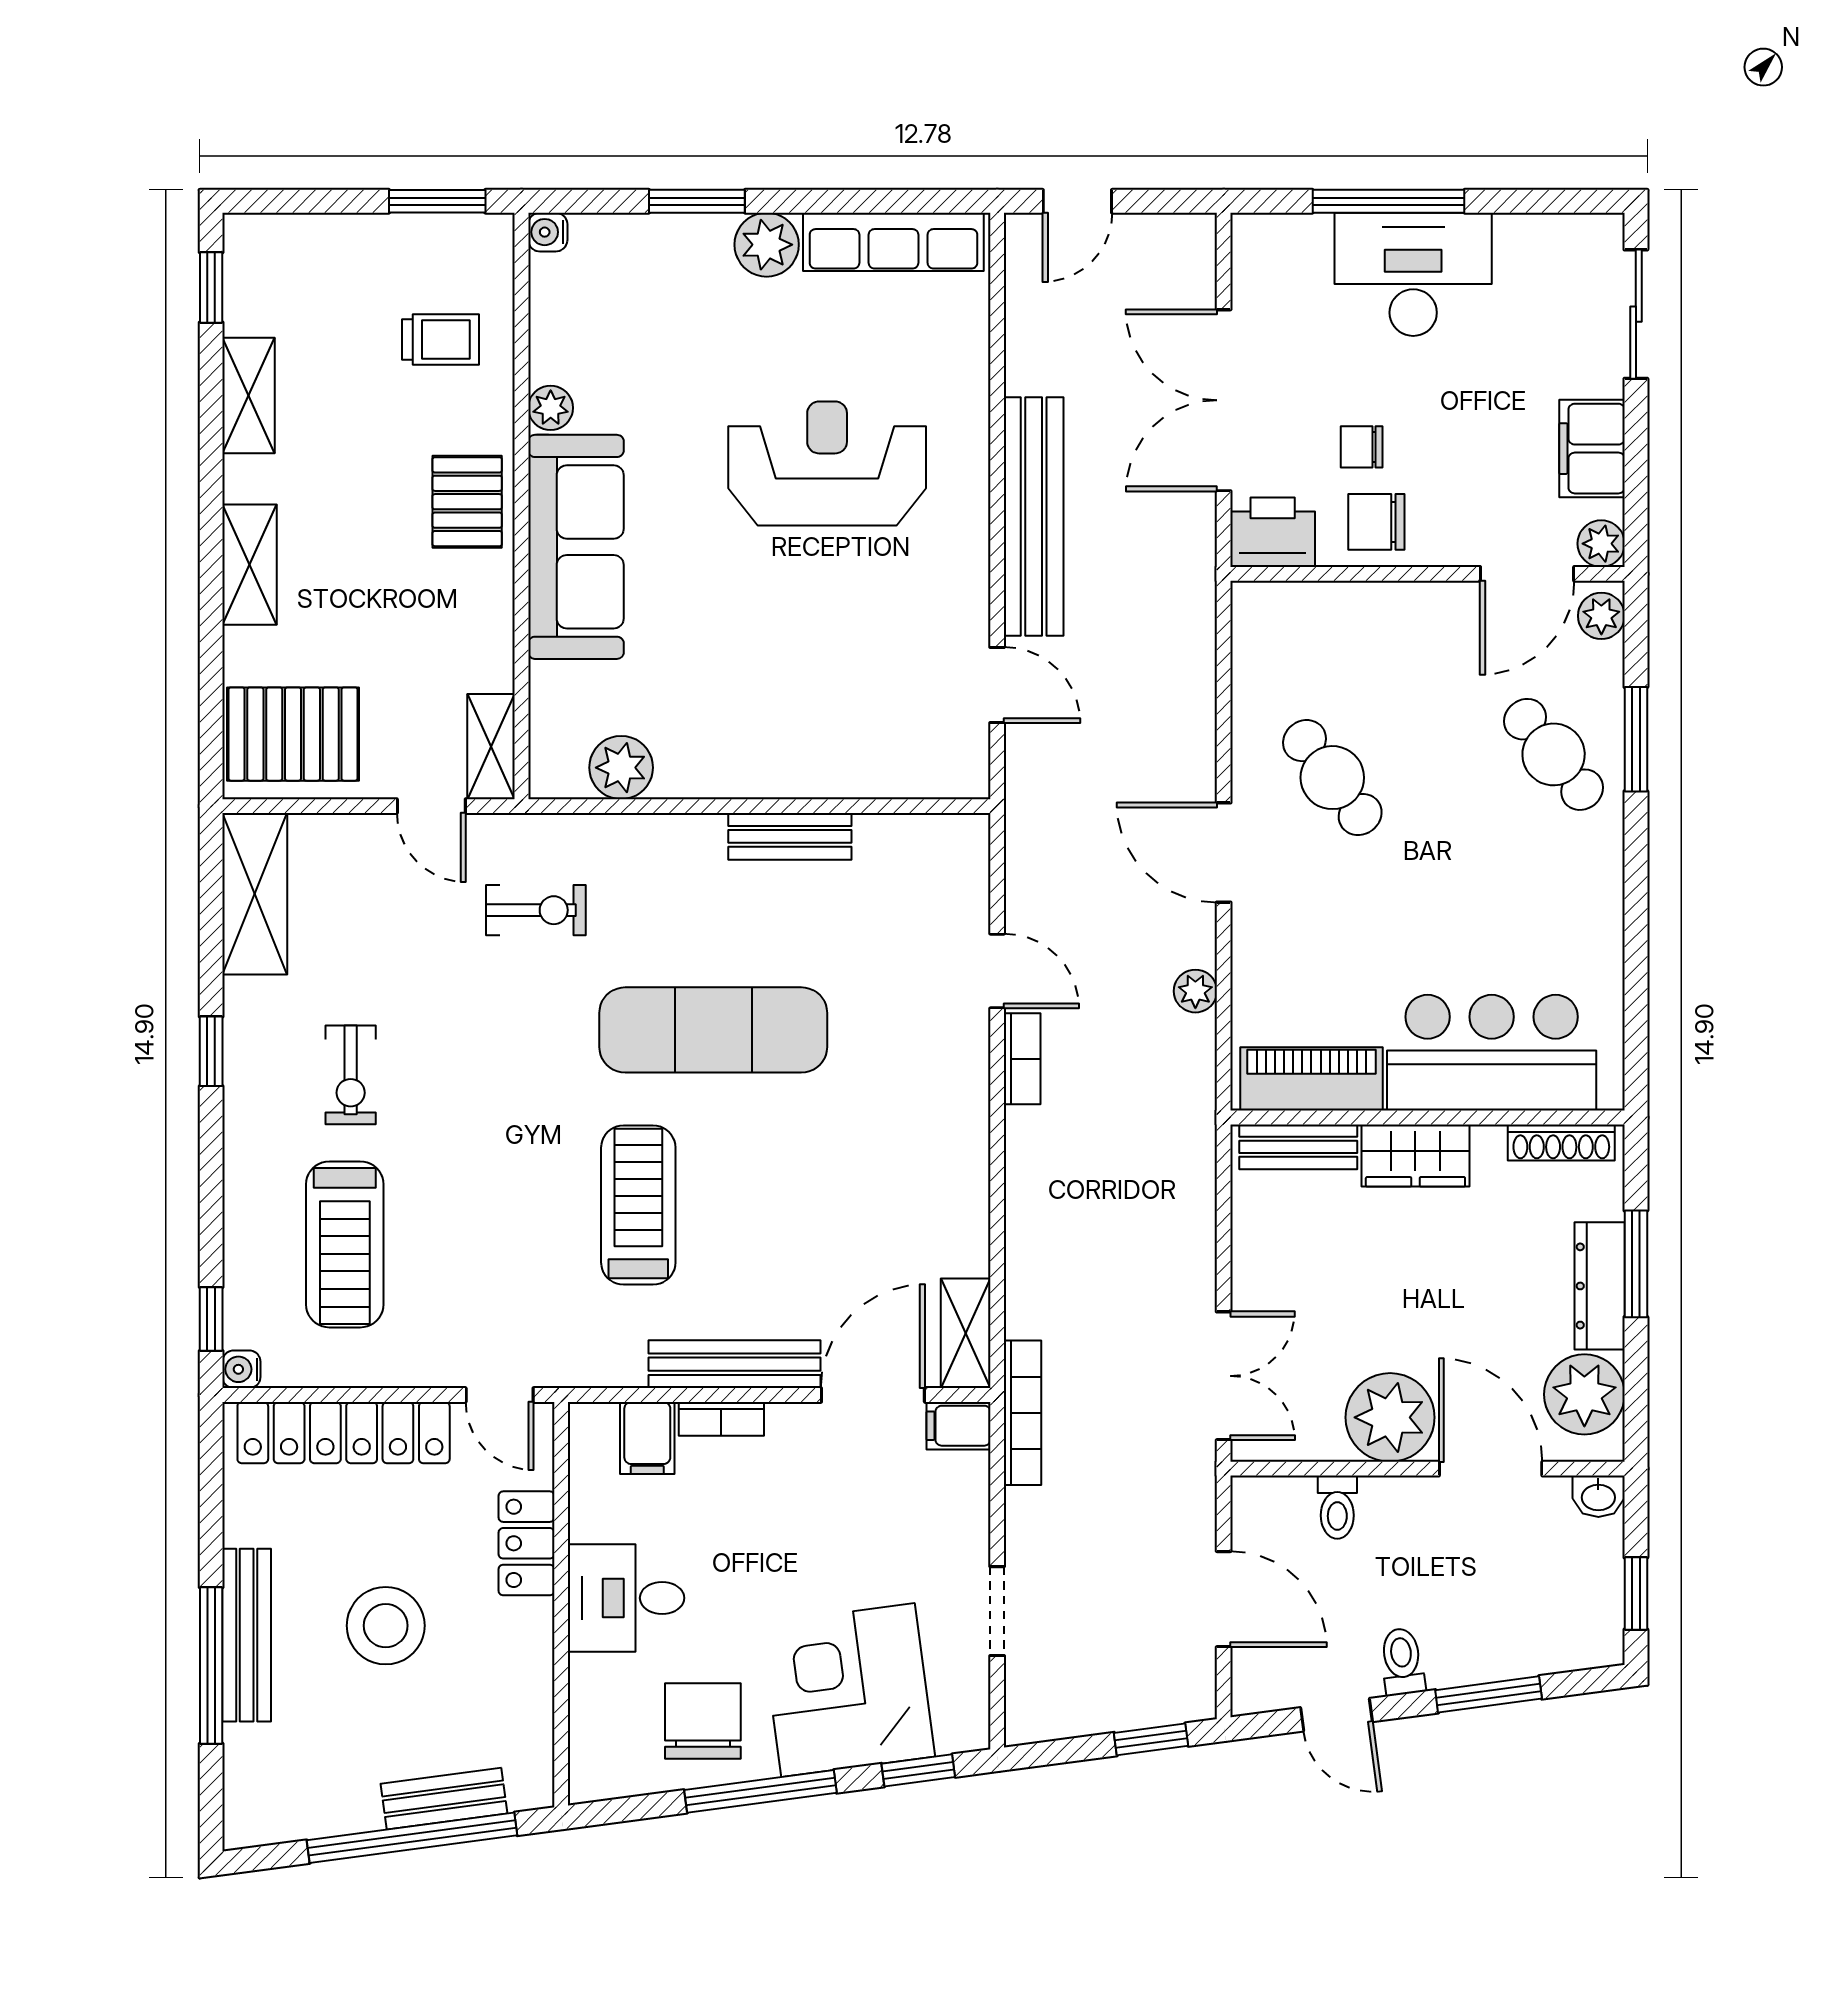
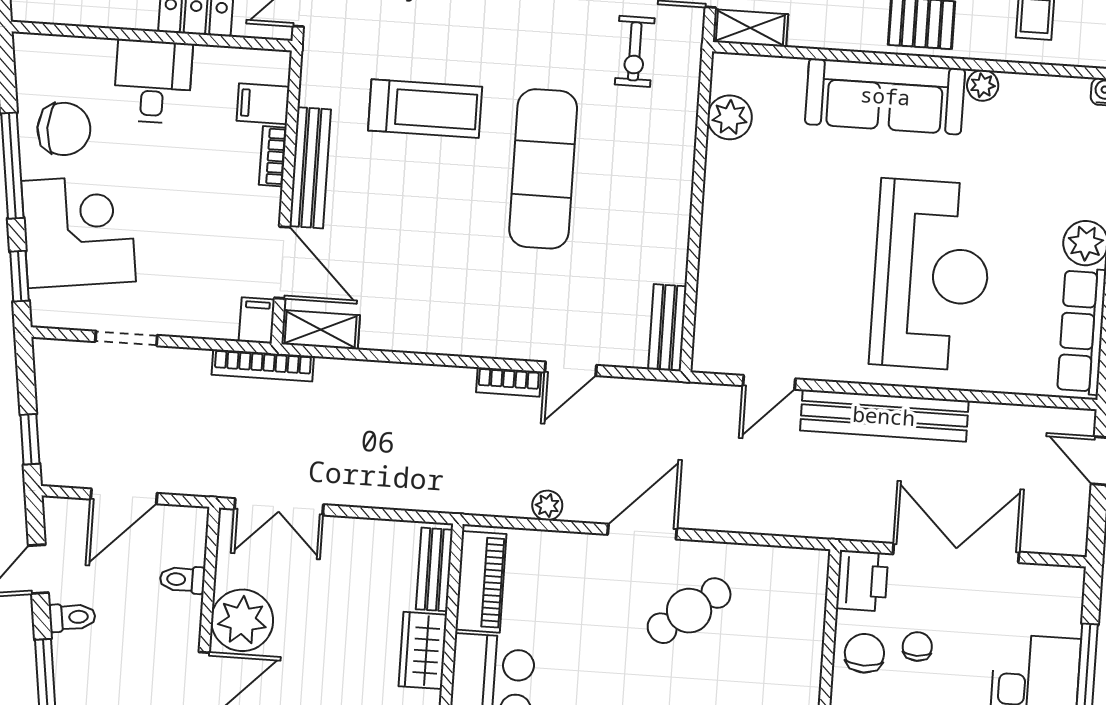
reception desk: (827, 463) -> (931, 275), width x1.36, depth x1.30
bench: (790, 836) -> (667, 328), moved

